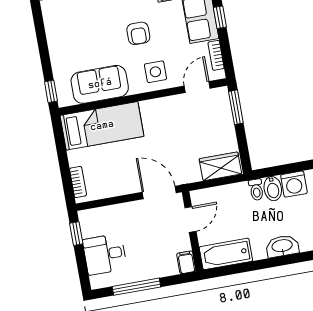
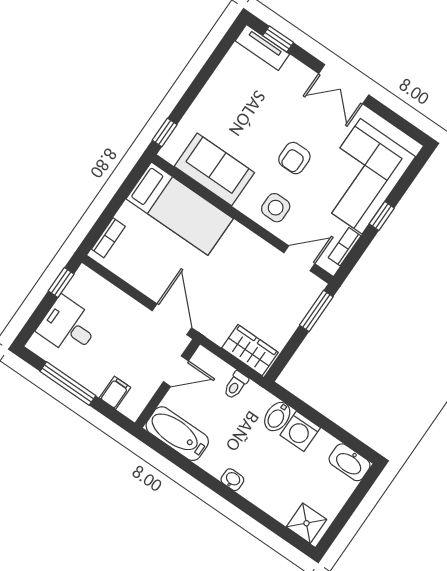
toilet: (256, 190) -> (236, 385), moved
washbasin: (282, 246) -> (232, 480), width x0.52, depth x0.69
filing cabinet: (186, 262) -> (115, 393), moved

